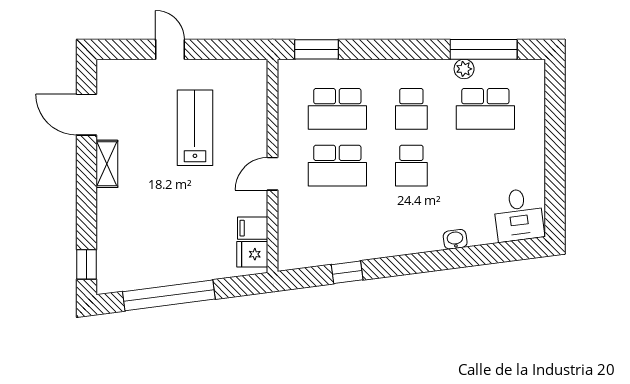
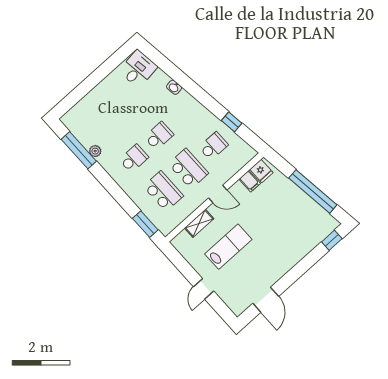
school desk: (485, 109) -> (213, 146), moved, width x0.54
lab bench: (195, 128) -> (228, 247), turned 180
shelving: (107, 164) -> (199, 223), moved

